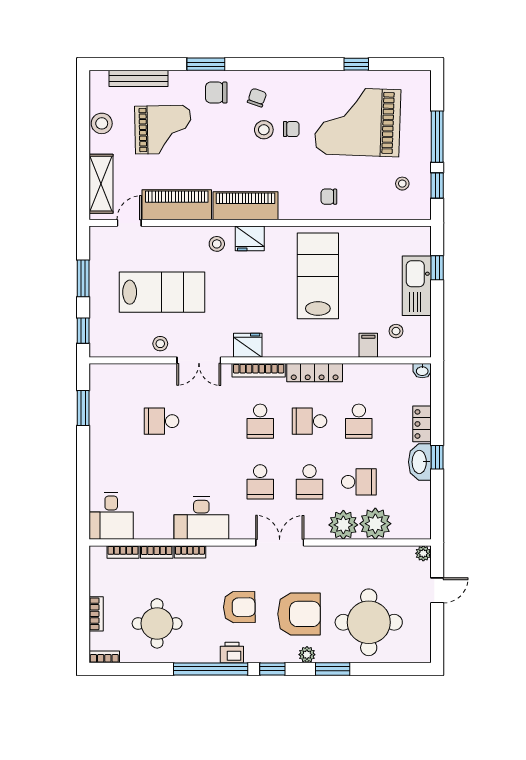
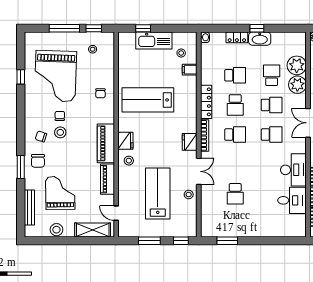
piano: (177, 205) -> (108, 179), width x0.73, depth x0.75
desk: (111, 516) -> (292, 200), moved

